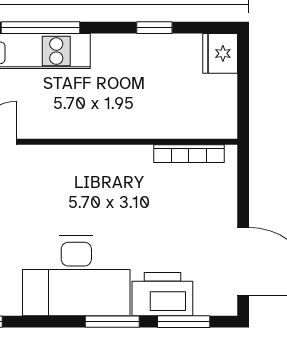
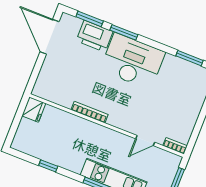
fridge: (220, 53) -> (34, 110), moved
bookcase: (189, 154) -> (90, 112), moved

